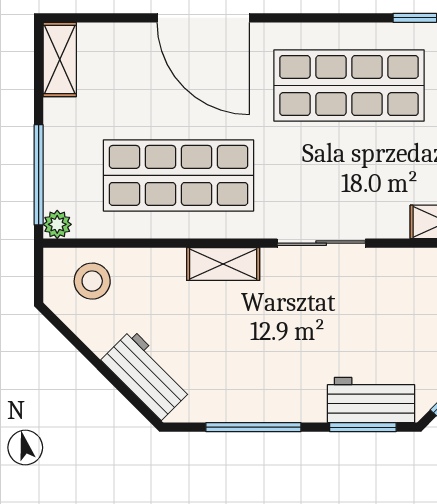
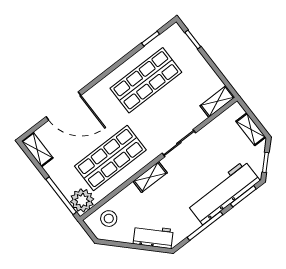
door: (203, 18) -> (63, 106), moved
plant: (57, 224) -> (82, 200), width x1.88, depth x1.88
workbench: (371, 400) -> (223, 192), width x1.88, depth x1.32

